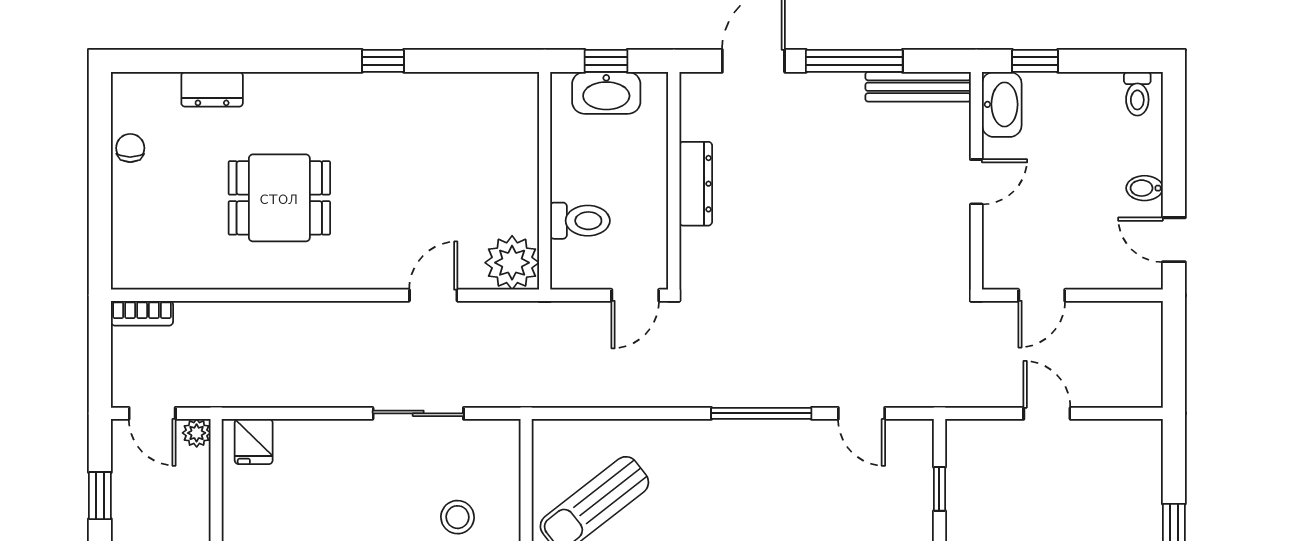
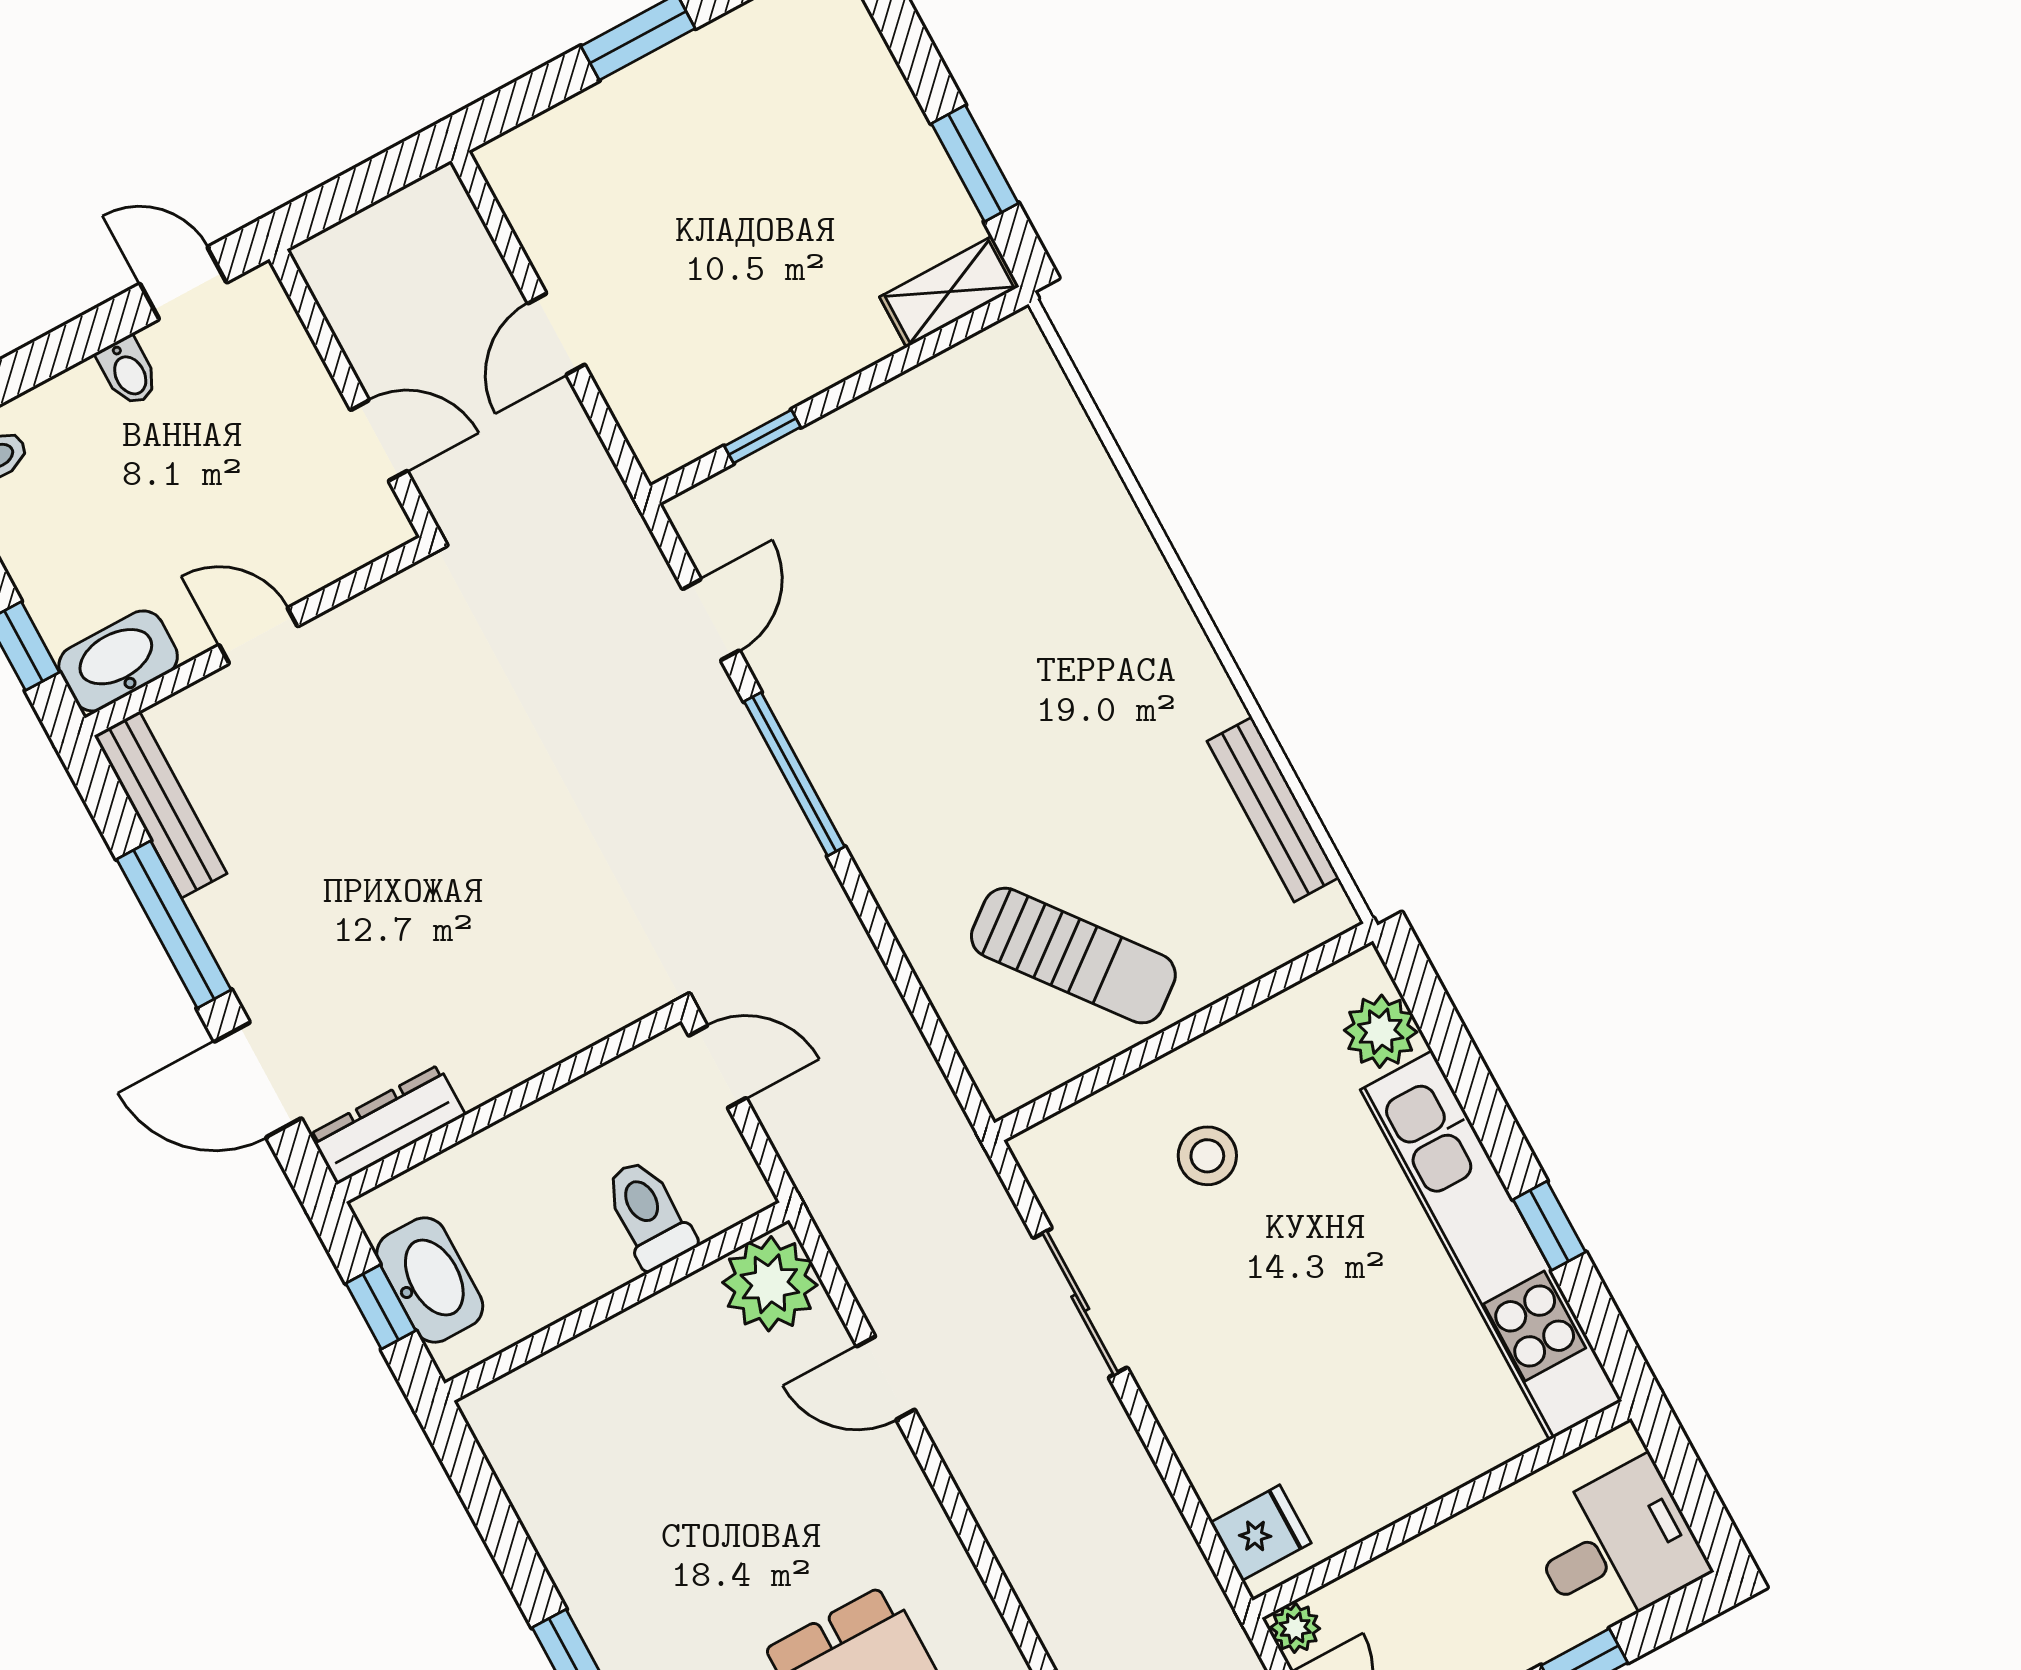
dresser: (696, 184) -> (388, 1125), moved
door: (1174, 240) -> (183, 283), swing flipped

